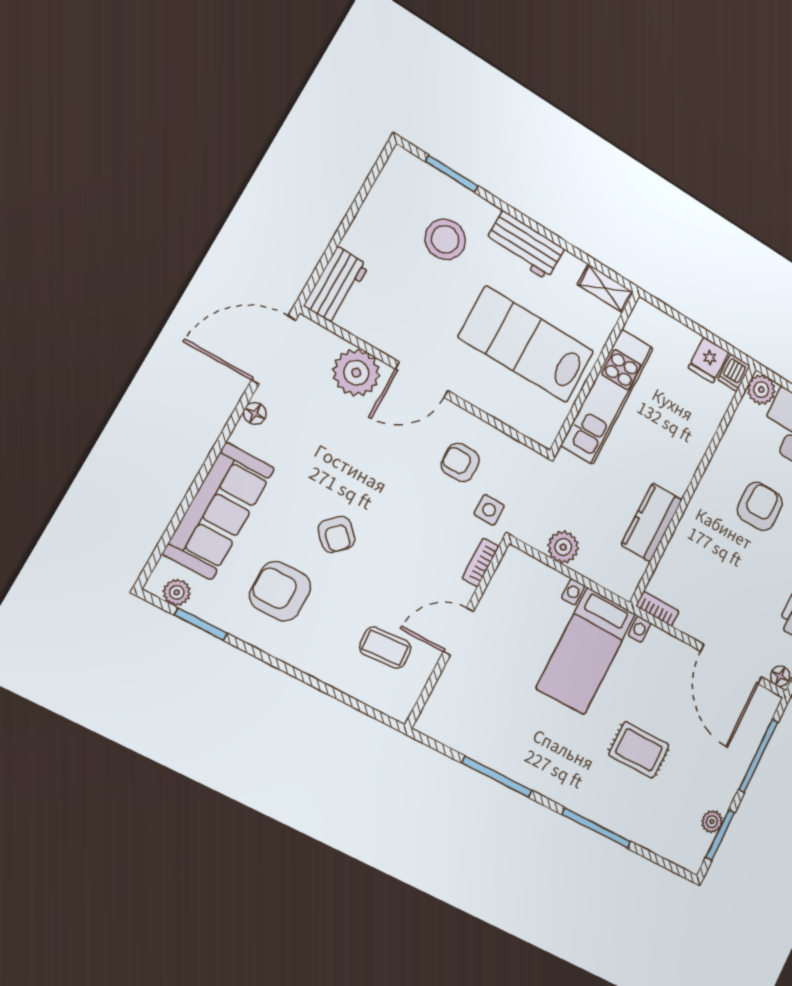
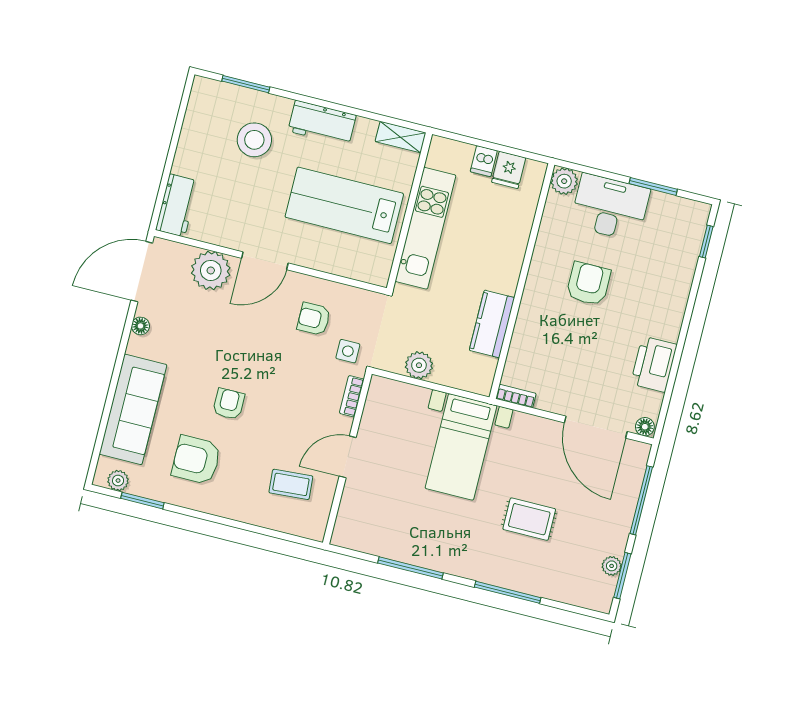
dishwasher: (734, 373) -> (484, 161), moved
armchair: (337, 534) -> (229, 404), turned -136

